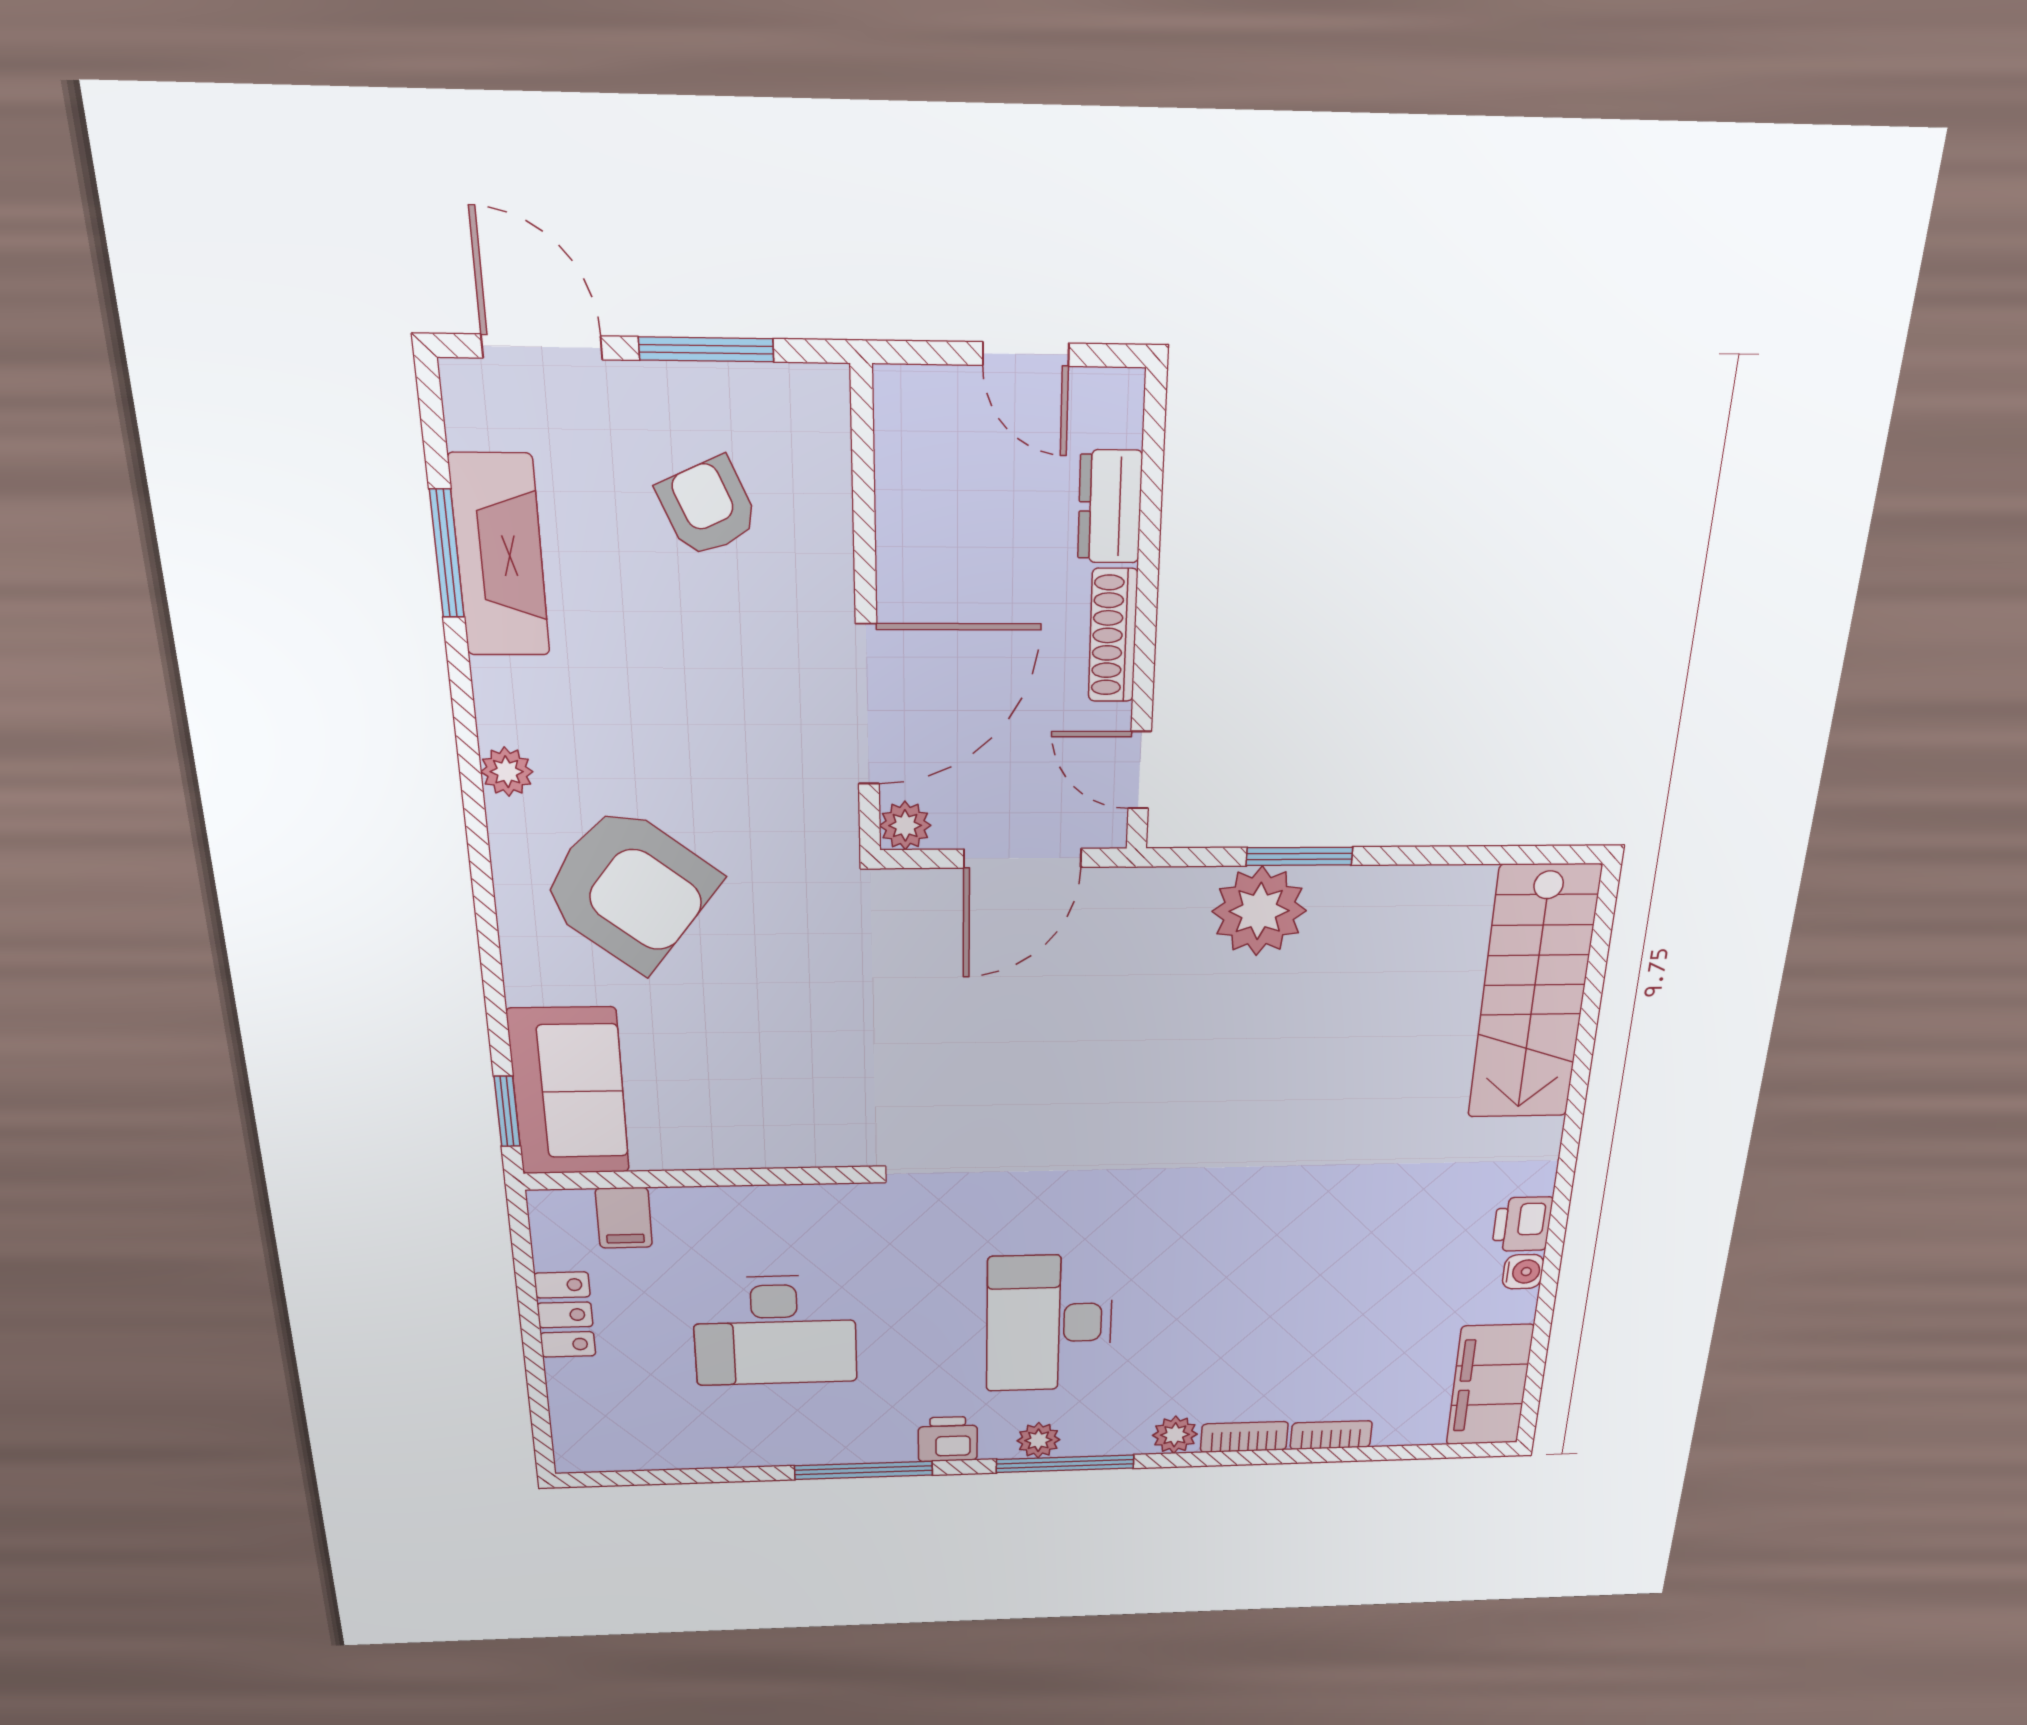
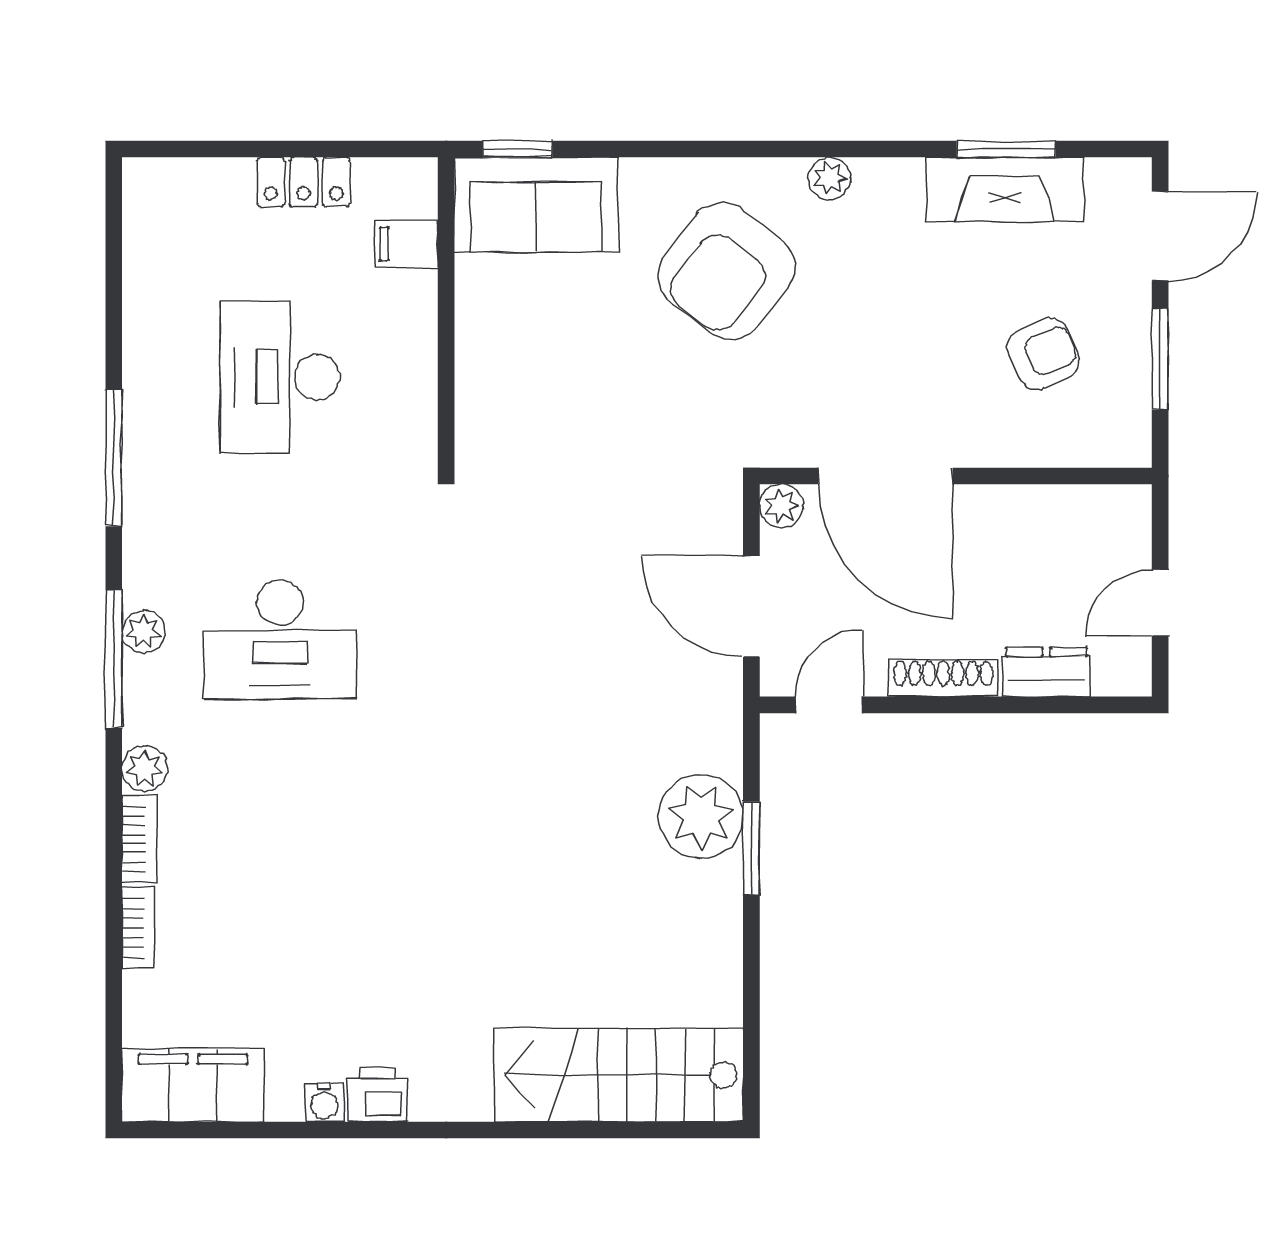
desk: (1049, 1323) -> (280, 640), turned 180
printer: (948, 1439) -> (148, 542), removed

